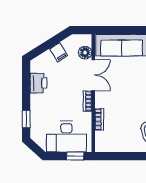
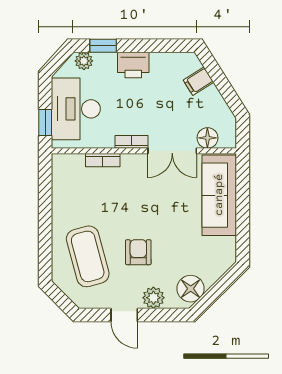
filing cabinet: (59, 52) -> (198, 81), moved
printer: (38, 83) -> (133, 65), moved
plant: (36, 131) -> (84, 61), added

